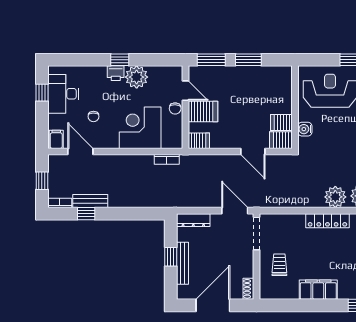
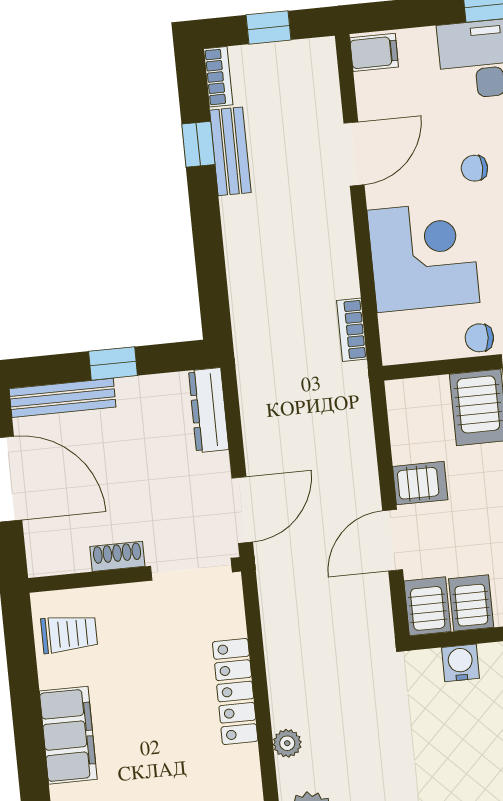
chair: (93, 117) -> (474, 168), moved
server rack: (199, 141) -> (420, 483), moved, turned -90
door: (80, 151) -> (354, 154), moved
plant: (335, 197) -> (287, 743), width x0.53, depth x0.53
locker: (327, 221) -> (235, 691), moved
bench: (183, 263) -> (63, 398), moved
trolley: (279, 265) -> (69, 634), moved
shoe rack: (248, 289) -> (117, 556), moved

